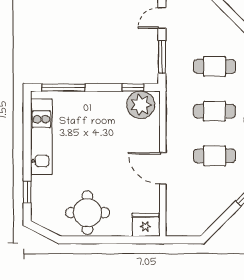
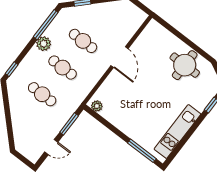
window: (133, 87) -> (100, 119), removed
plant: (141, 105) -> (97, 106), width x0.53, depth x0.53
fridge: (146, 225) -> (156, 31), removed

